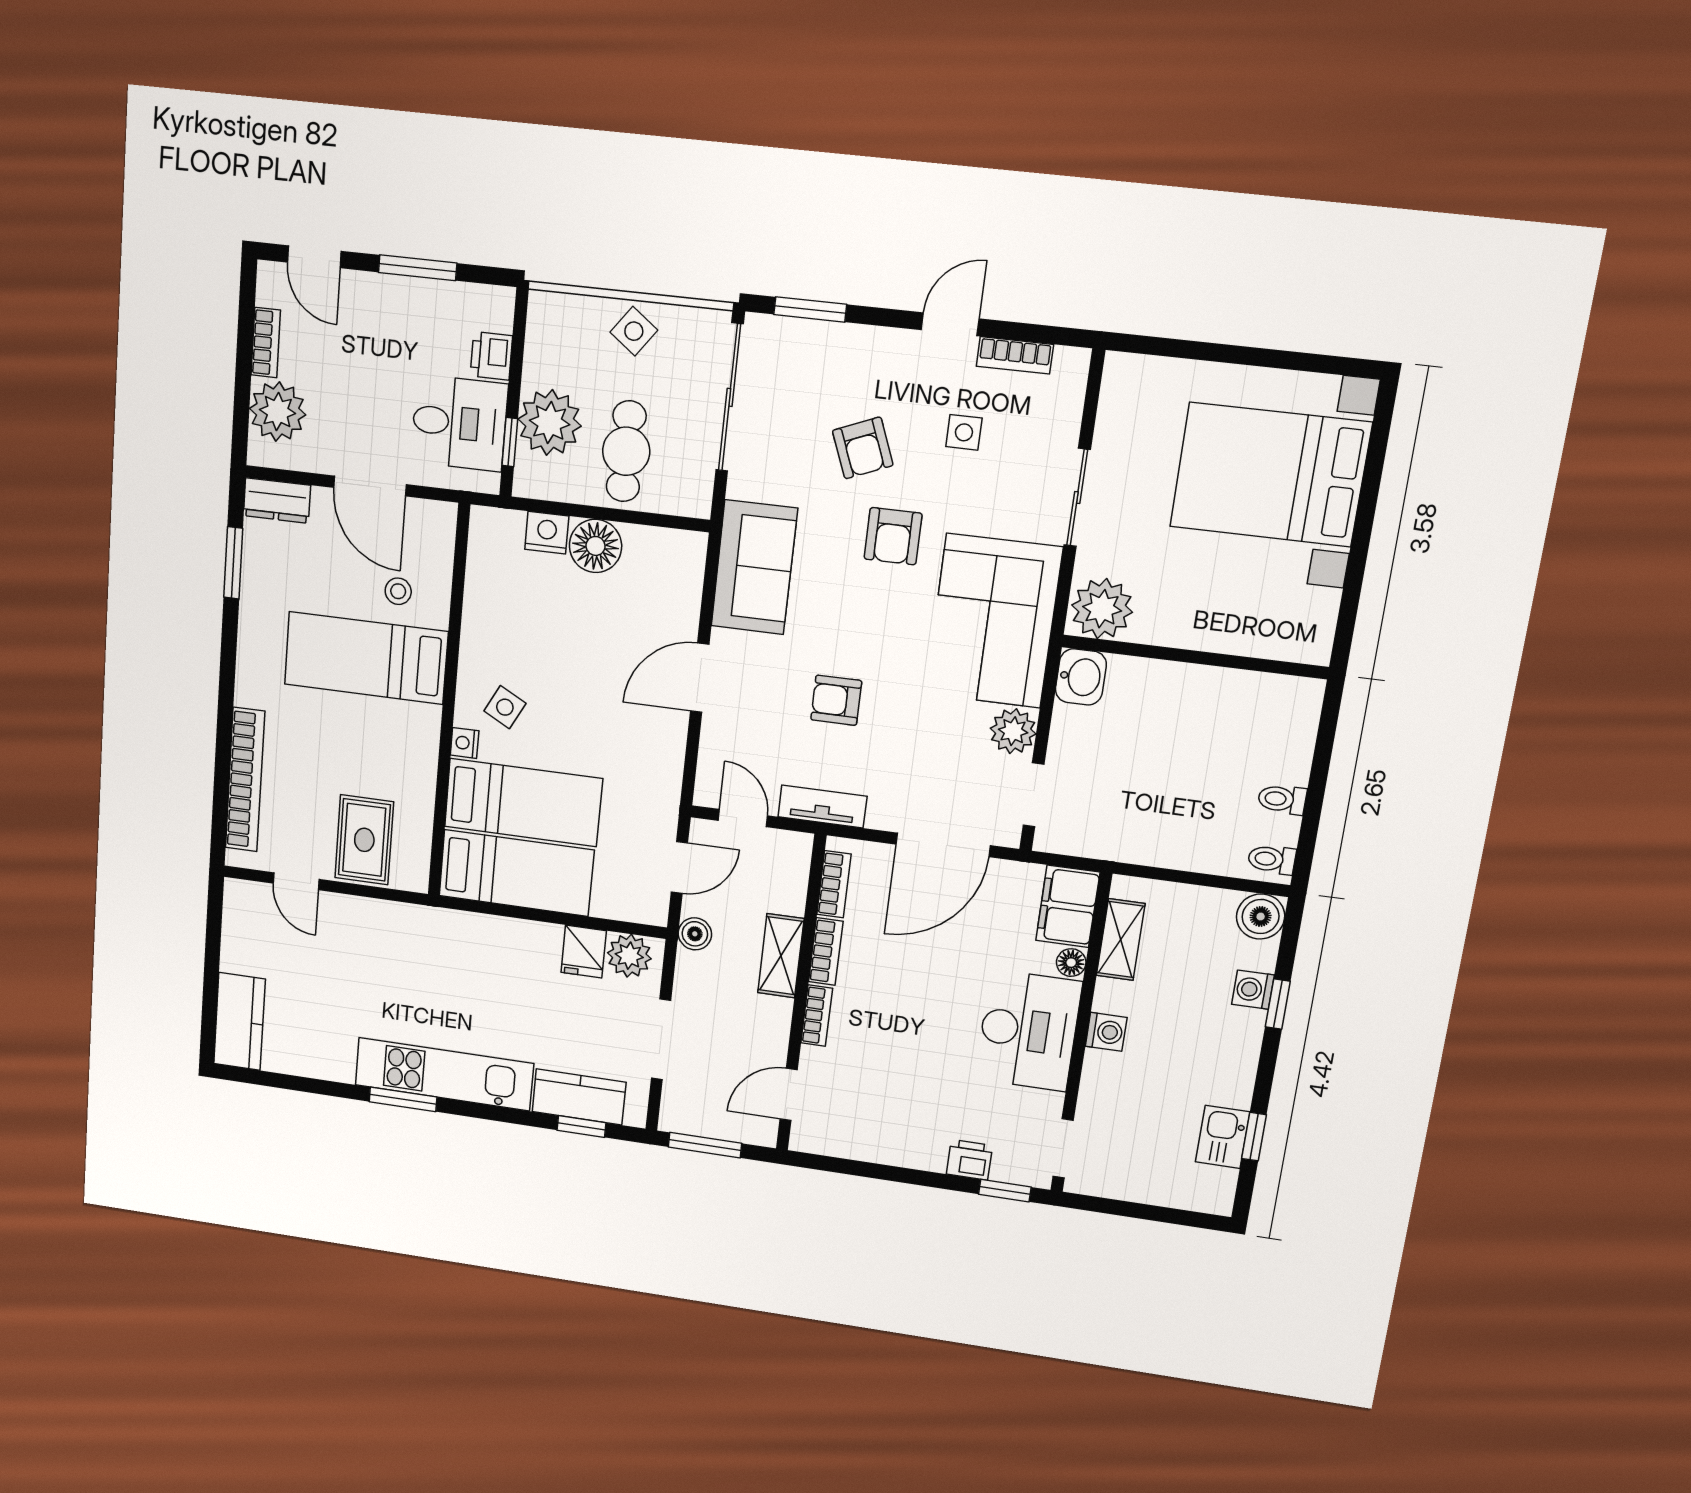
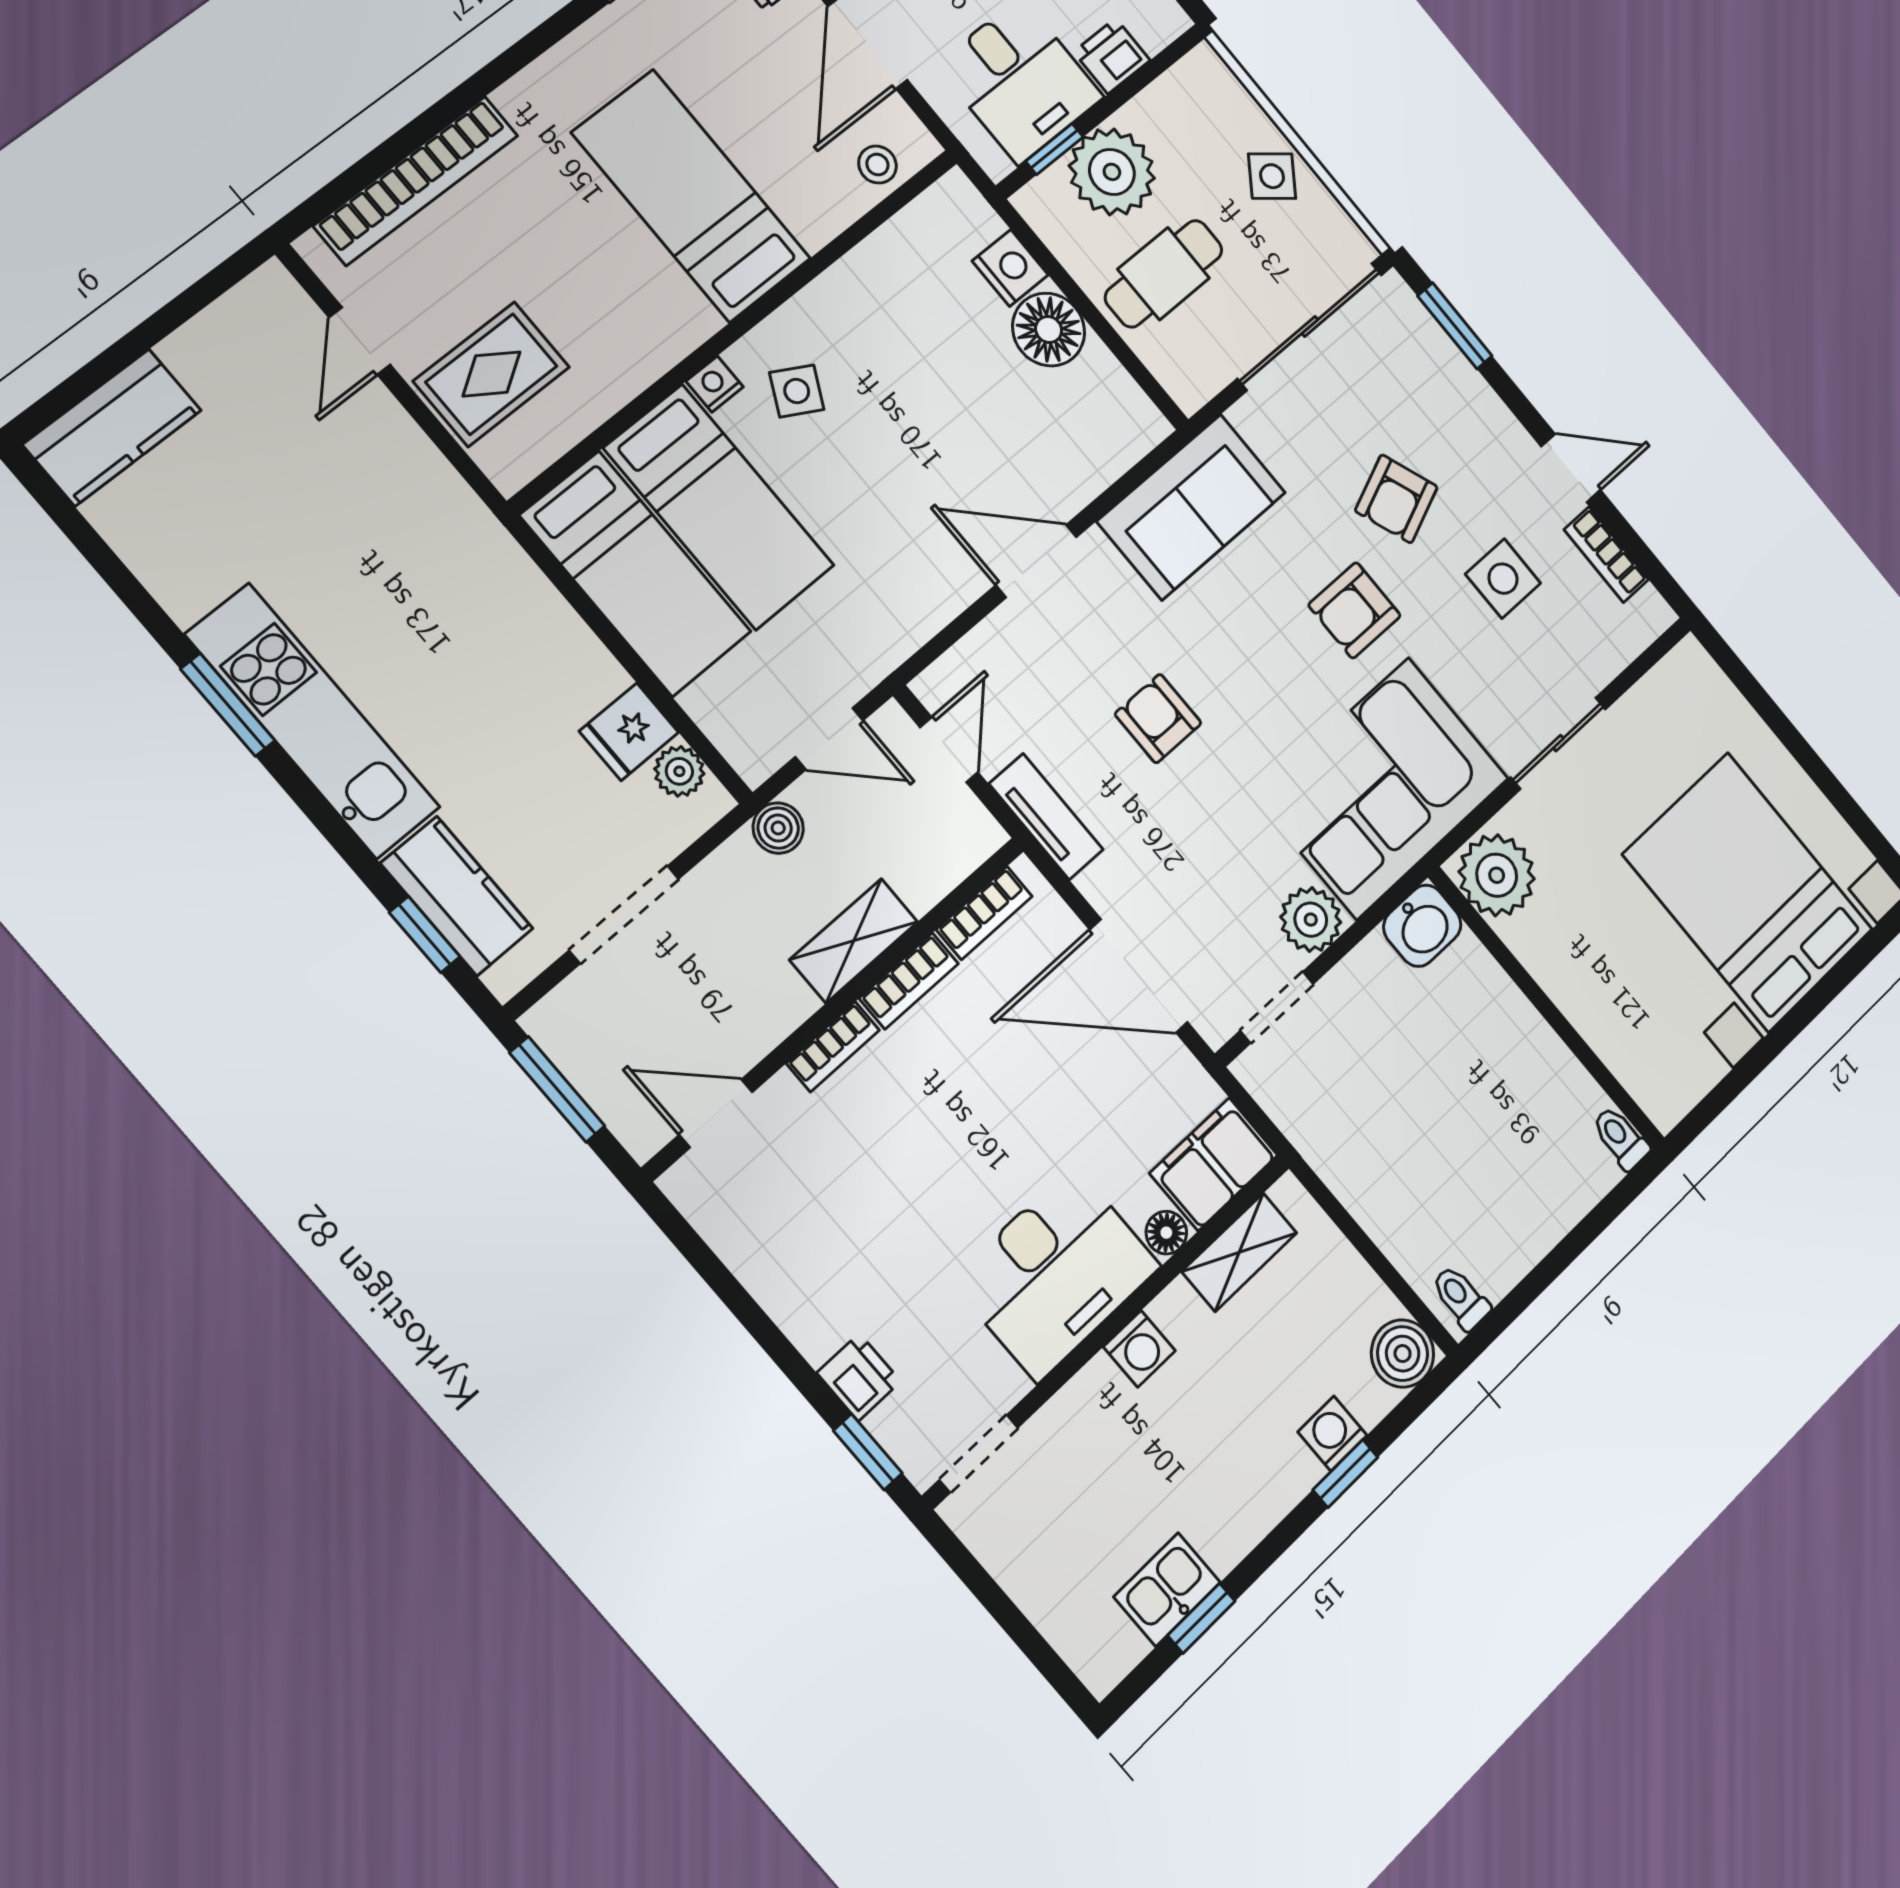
side table: (964, 432) -> (1503, 579), width x1.37, depth x1.37
stool: (398, 591) -> (877, 165), moved
toilet: (1282, 799) -> (1621, 1138), moved
plant: (629, 956) -> (679, 771), width x0.73, depth x0.73

